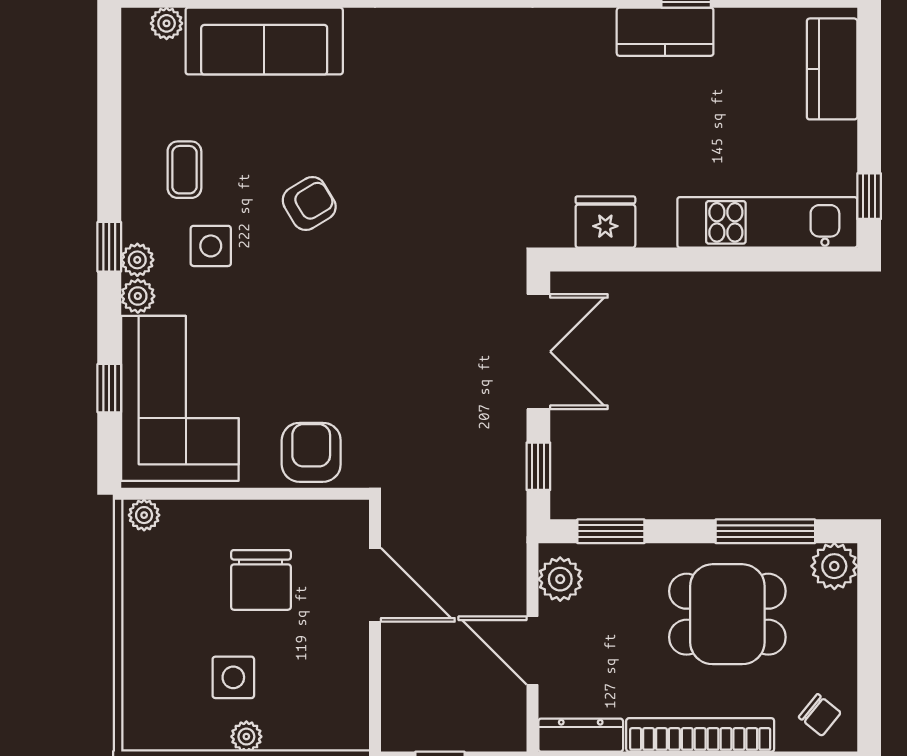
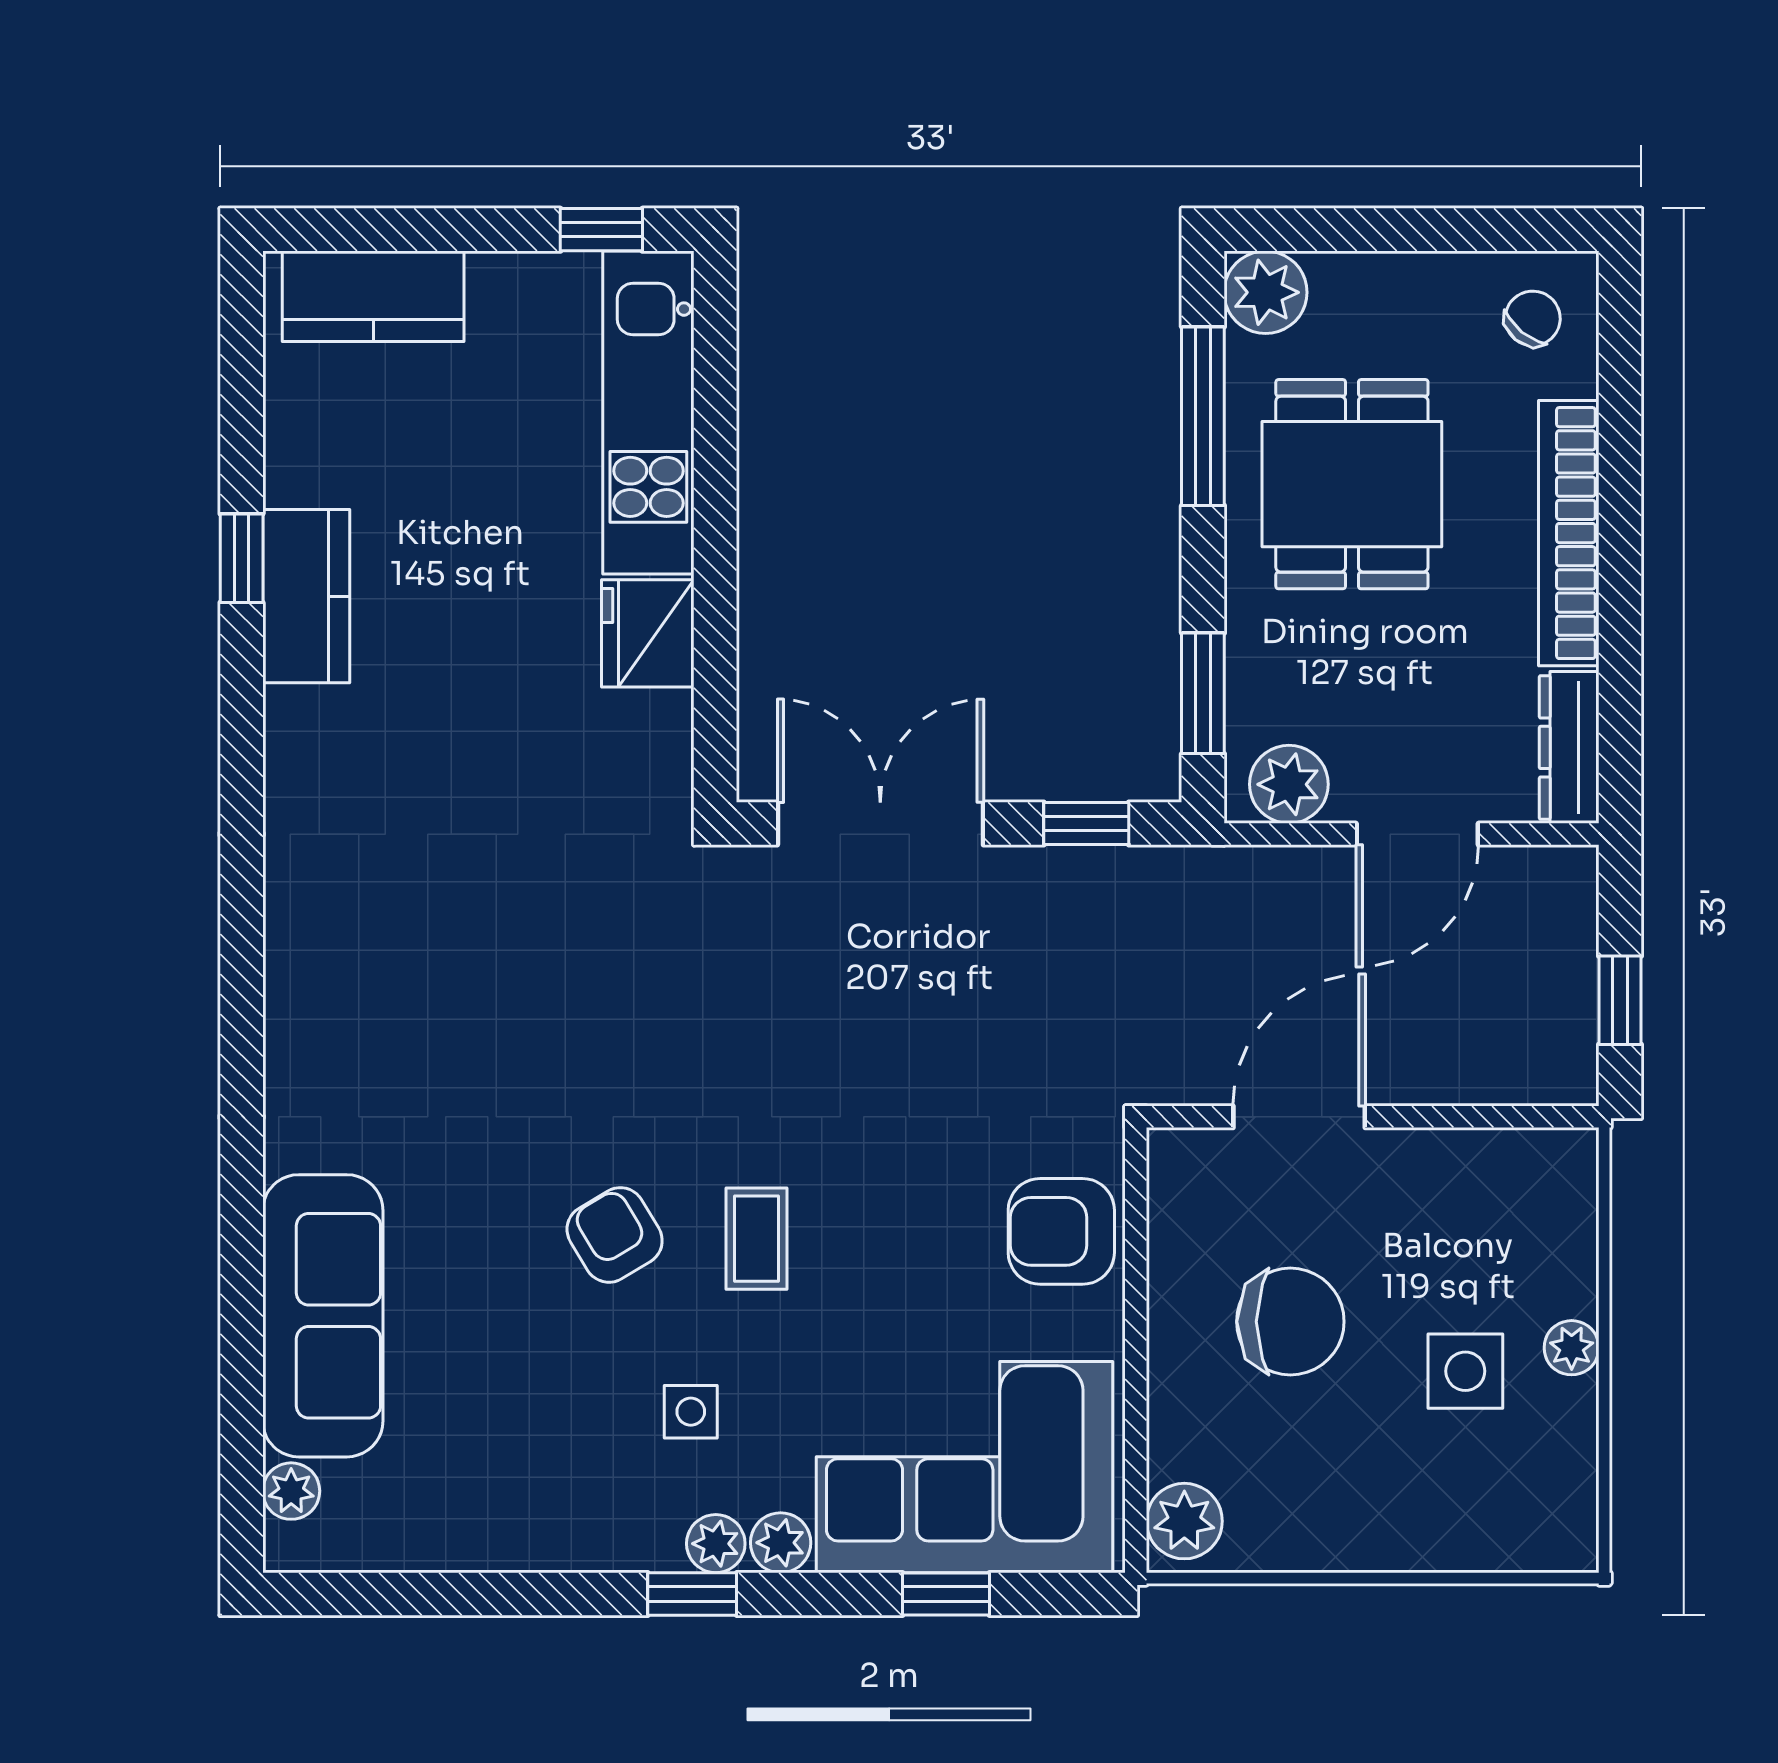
coffee table: (184, 170) -> (757, 1239), moved, turned 90
fridge: (605, 222) -> (648, 633), moved
side table: (211, 246) -> (691, 1412), width x0.73, depth x0.73
plant: (144, 515) -> (1184, 1521), width x1.38, depth x1.38

